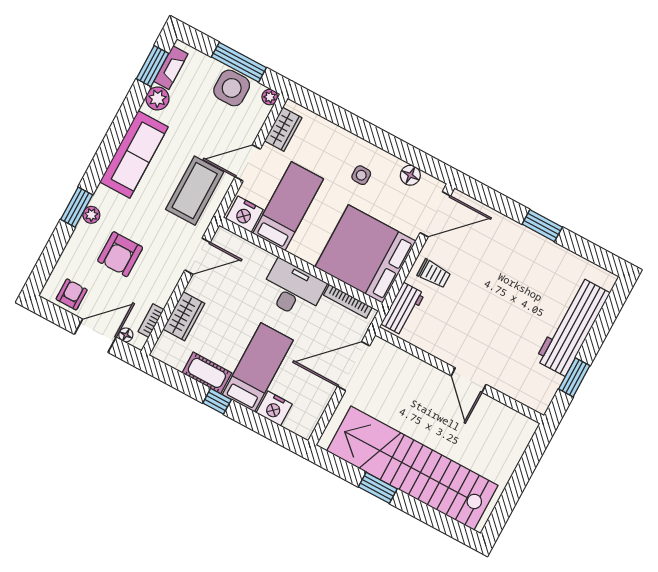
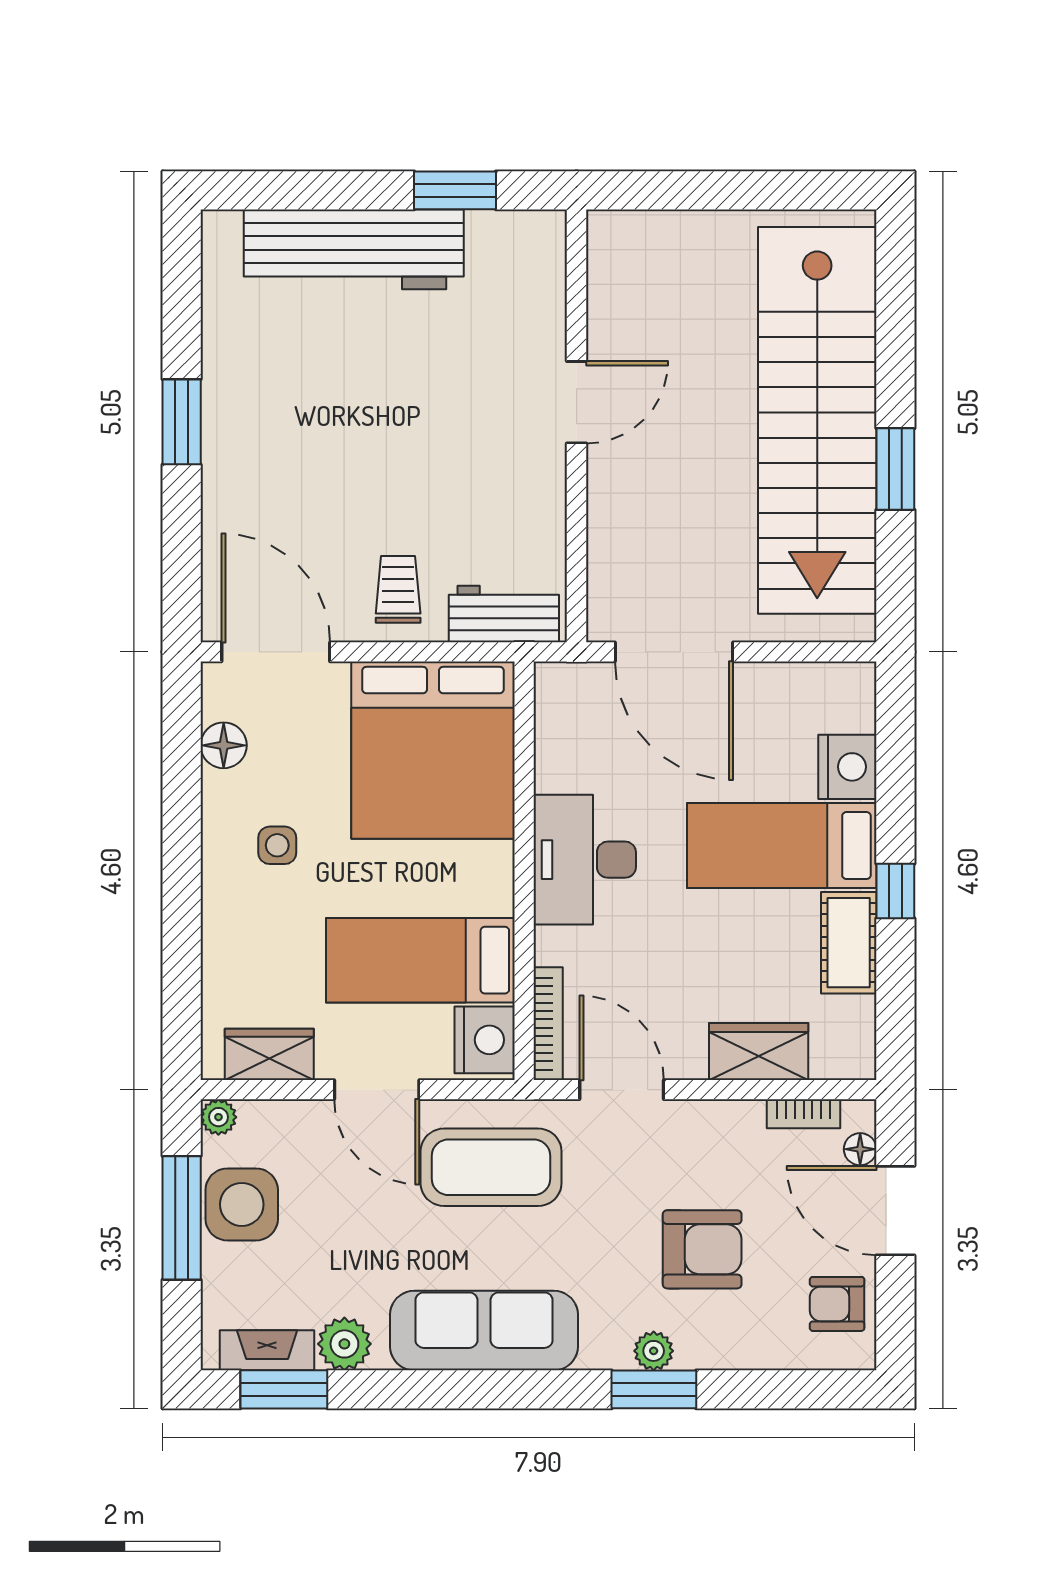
bookcase: (348, 301) -> (548, 1024), moved

